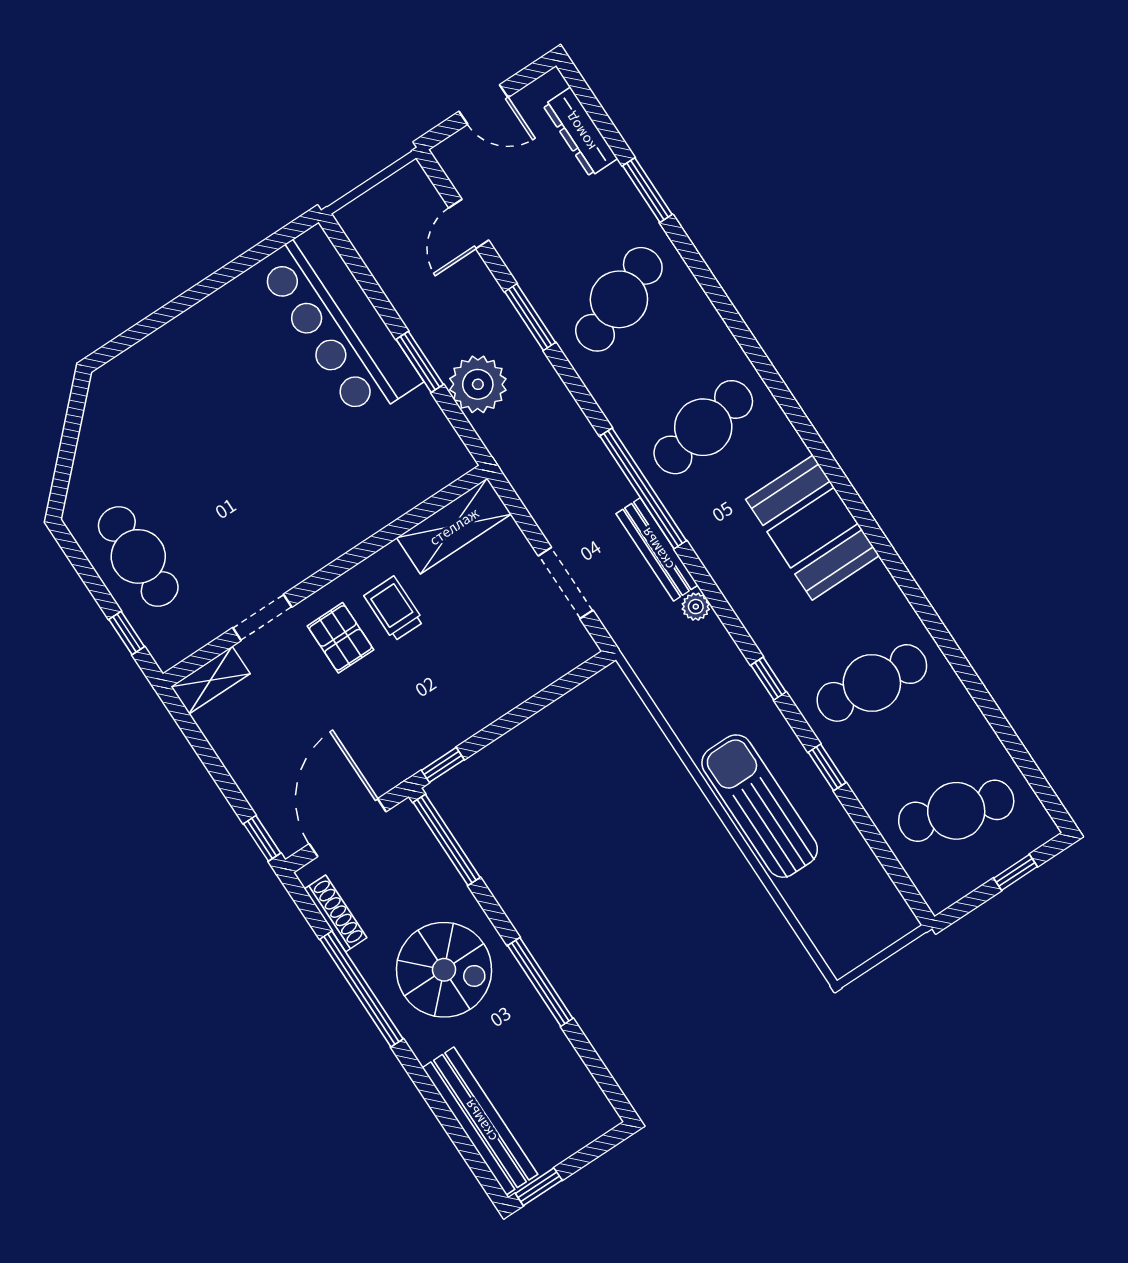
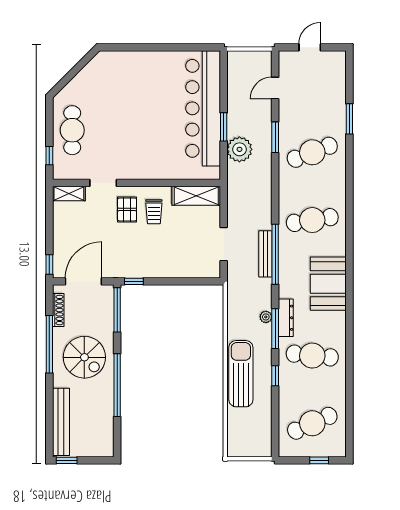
door: (484, 104) -> (310, 47), swing flipped
dresser: (580, 132) -> (286, 318), moved, turned 180
bar counter: (339, 323) -> (203, 108), width x1.36
window: (643, 488) -> (275, 254), moved
plant: (696, 607) -> (266, 317), moved
trolley: (394, 609) -> (154, 212), turned 180
window: (768, 678) -> (275, 329), width x2.17
cafe table: (956, 811) -> (312, 423), turned -42
window: (540, 982) -> (117, 385), width x1.46

